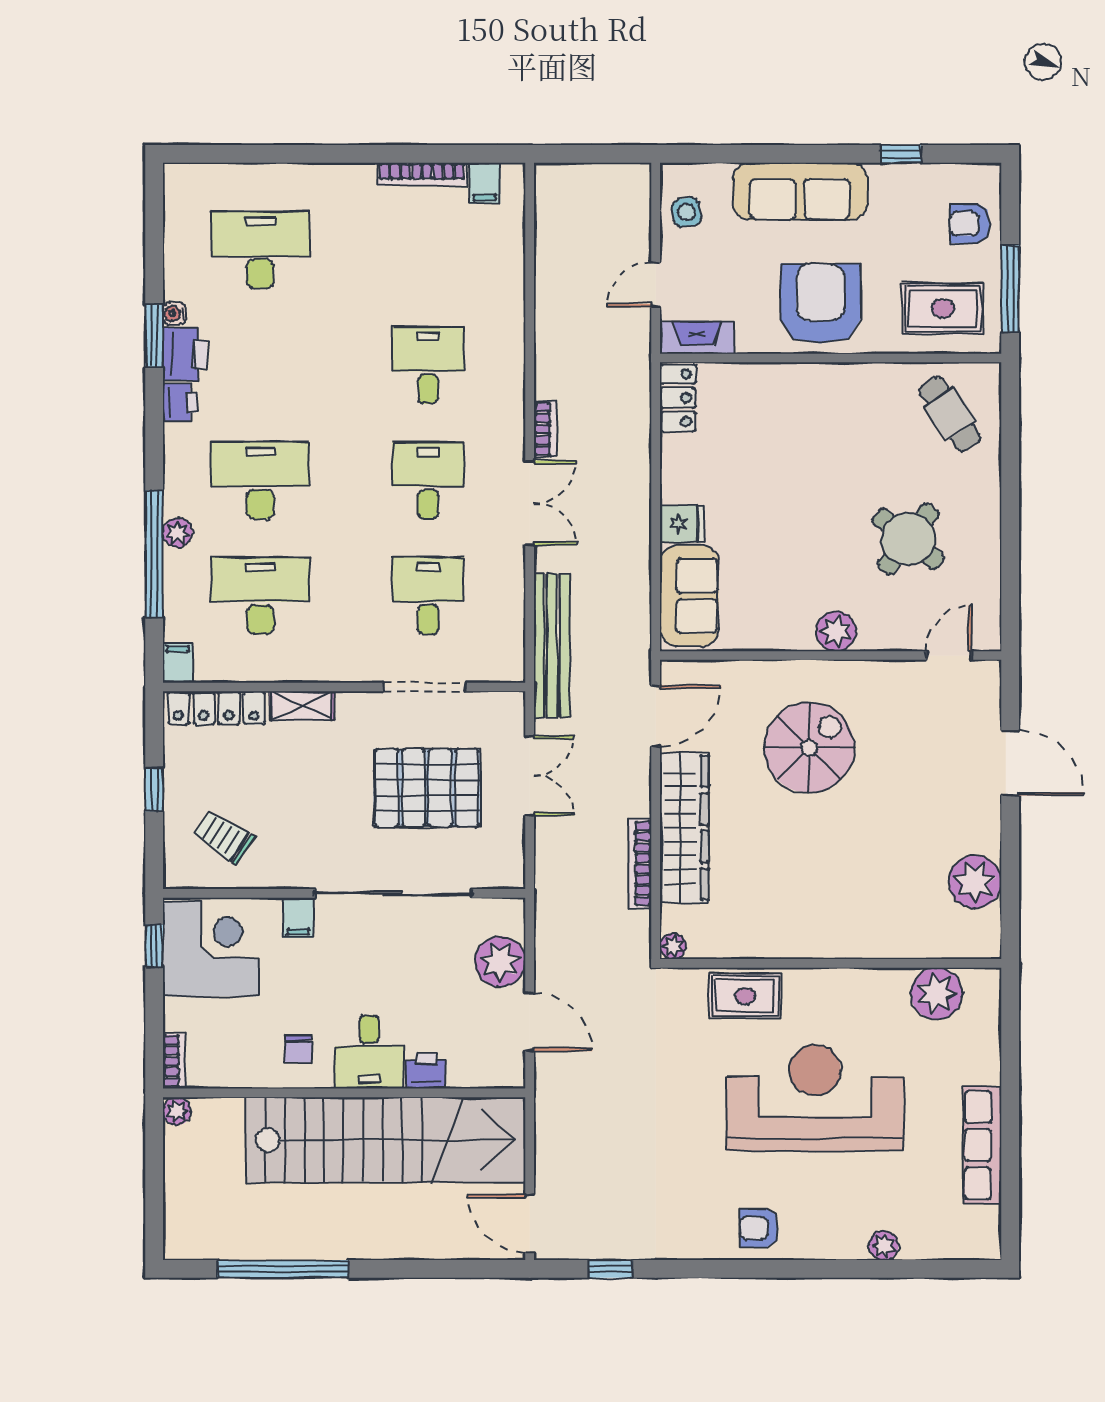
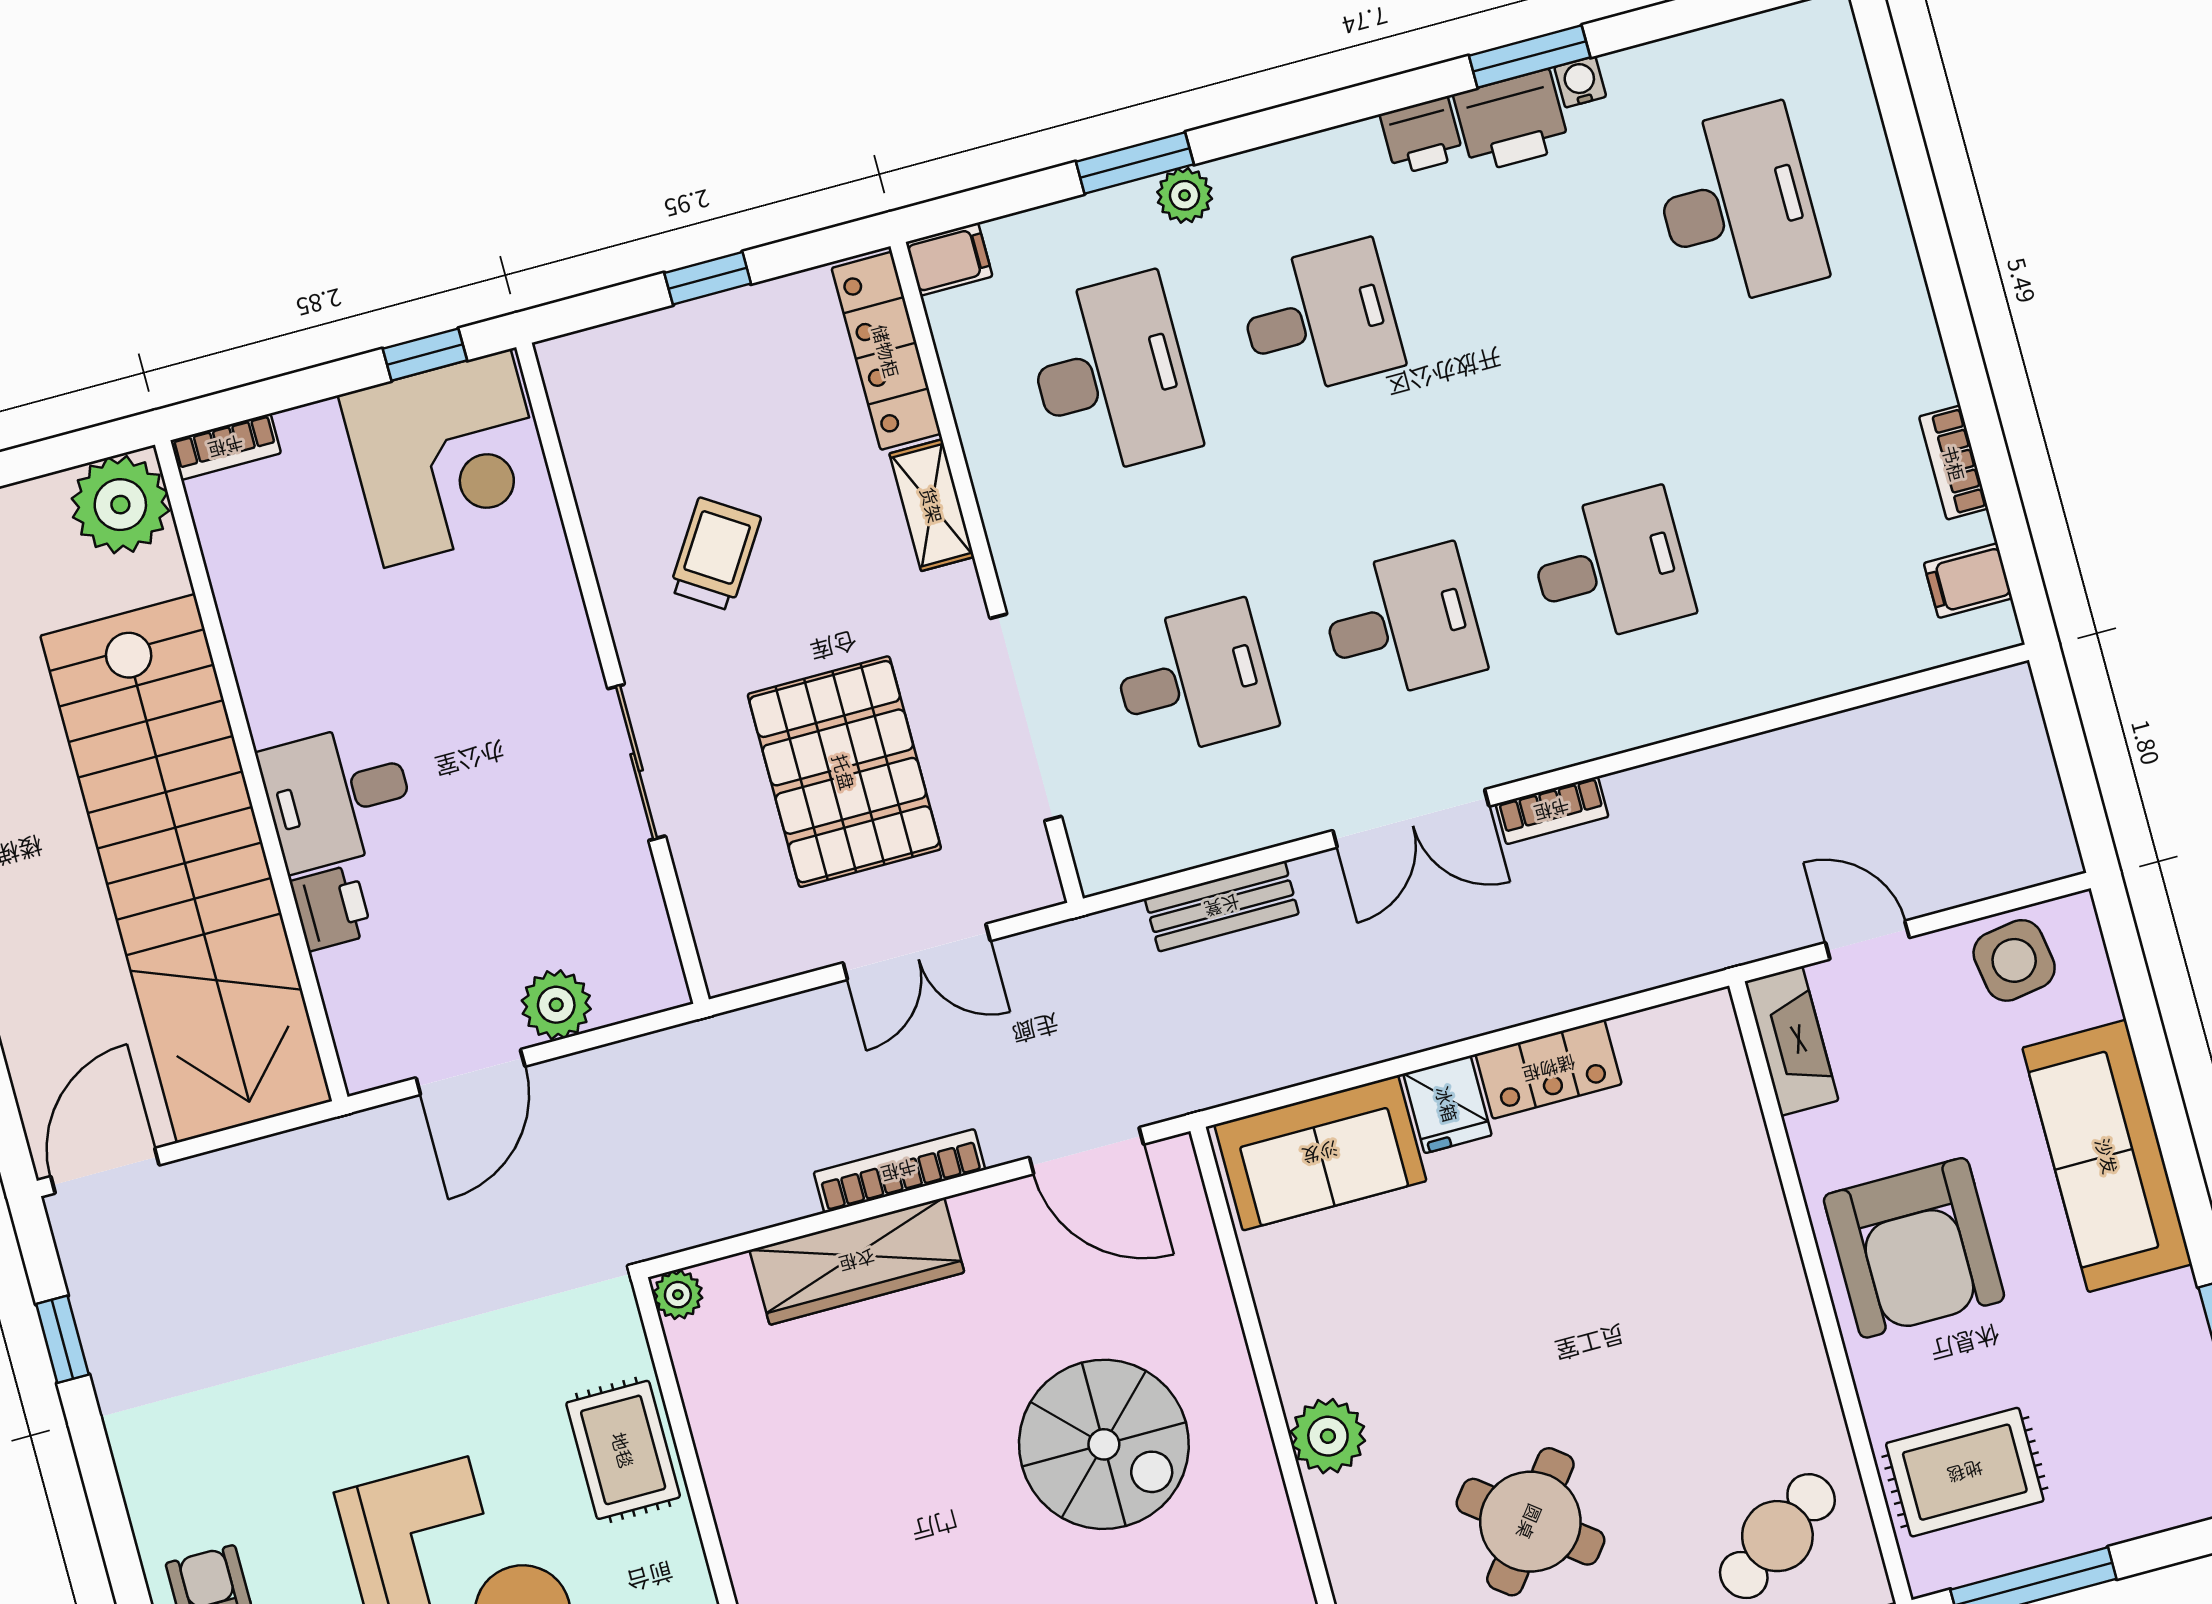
bookcase: (422, 174) -> (1954, 463), width x0.64
side table: (687, 212) -> (2014, 960), width x1.37, depth x1.37
armchair: (970, 224) -> (2132, 1479), removed
armchair: (820, 304) -> (1914, 1248), turned 90
rug: (943, 309) -> (1965, 1472), turned 90
locker: (678, 398) -> (1549, 1069), moved
desk: (260, 480) -> (1320, 319), width x0.73
window: (154, 554) -> (1135, 163), width x0.47
bench: (552, 646) -> (1222, 906), width x0.54, depth x0.82
doorway: (424, 687) -> (1026, 717), width x1.36
wardrobe: (684, 828) -> (857, 1261), width x0.71, depth x0.85
trolley: (224, 837) -> (715, 554), moved
bookcase: (640, 864) -> (899, 1171), moved
sliding door: (393, 893) -> (637, 762), width x0.54
filing cabinet: (298, 918) -> (546, 602), removed
plant: (500, 962) -> (556, 1005), width x0.73, depth x0.73
chair: (298, 1049) -> (308, 667), removed
plant: (177, 1111) -> (120, 505), width x1.87, depth x1.87

